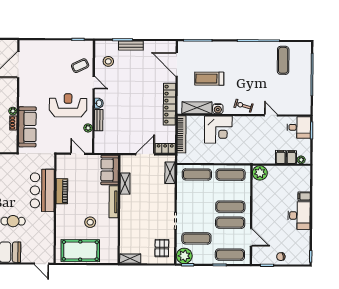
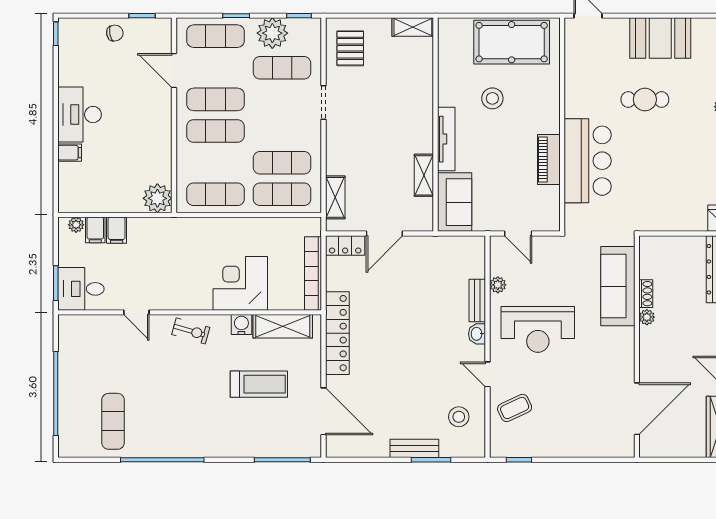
exercise mat: (197, 190) -> (282, 163), added
plant: (184, 256) -> (272, 33), moved

